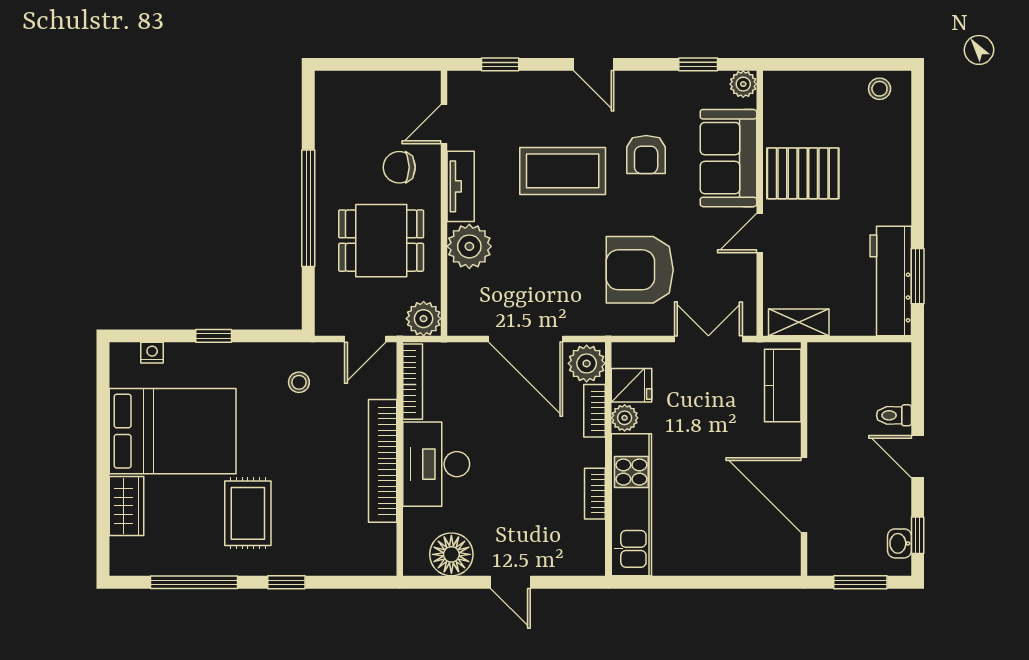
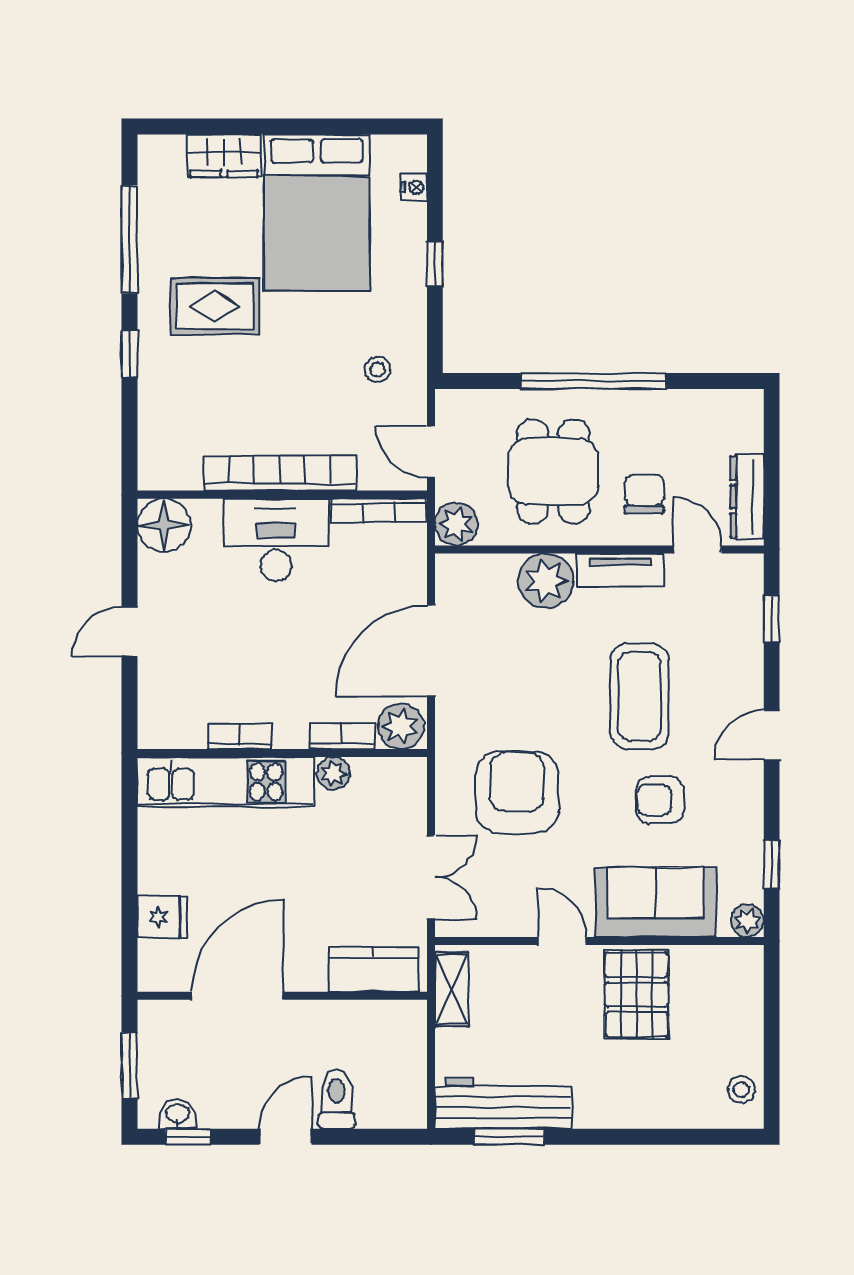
dresser: (401, 84) -> (747, 497), added
fridge: (631, 385) -> (162, 917), moved, turned -90
toilet: (894, 415) -> (336, 1099), width x1.37, depth x1.39
floor lamp: (451, 554) -> (164, 525), moved

